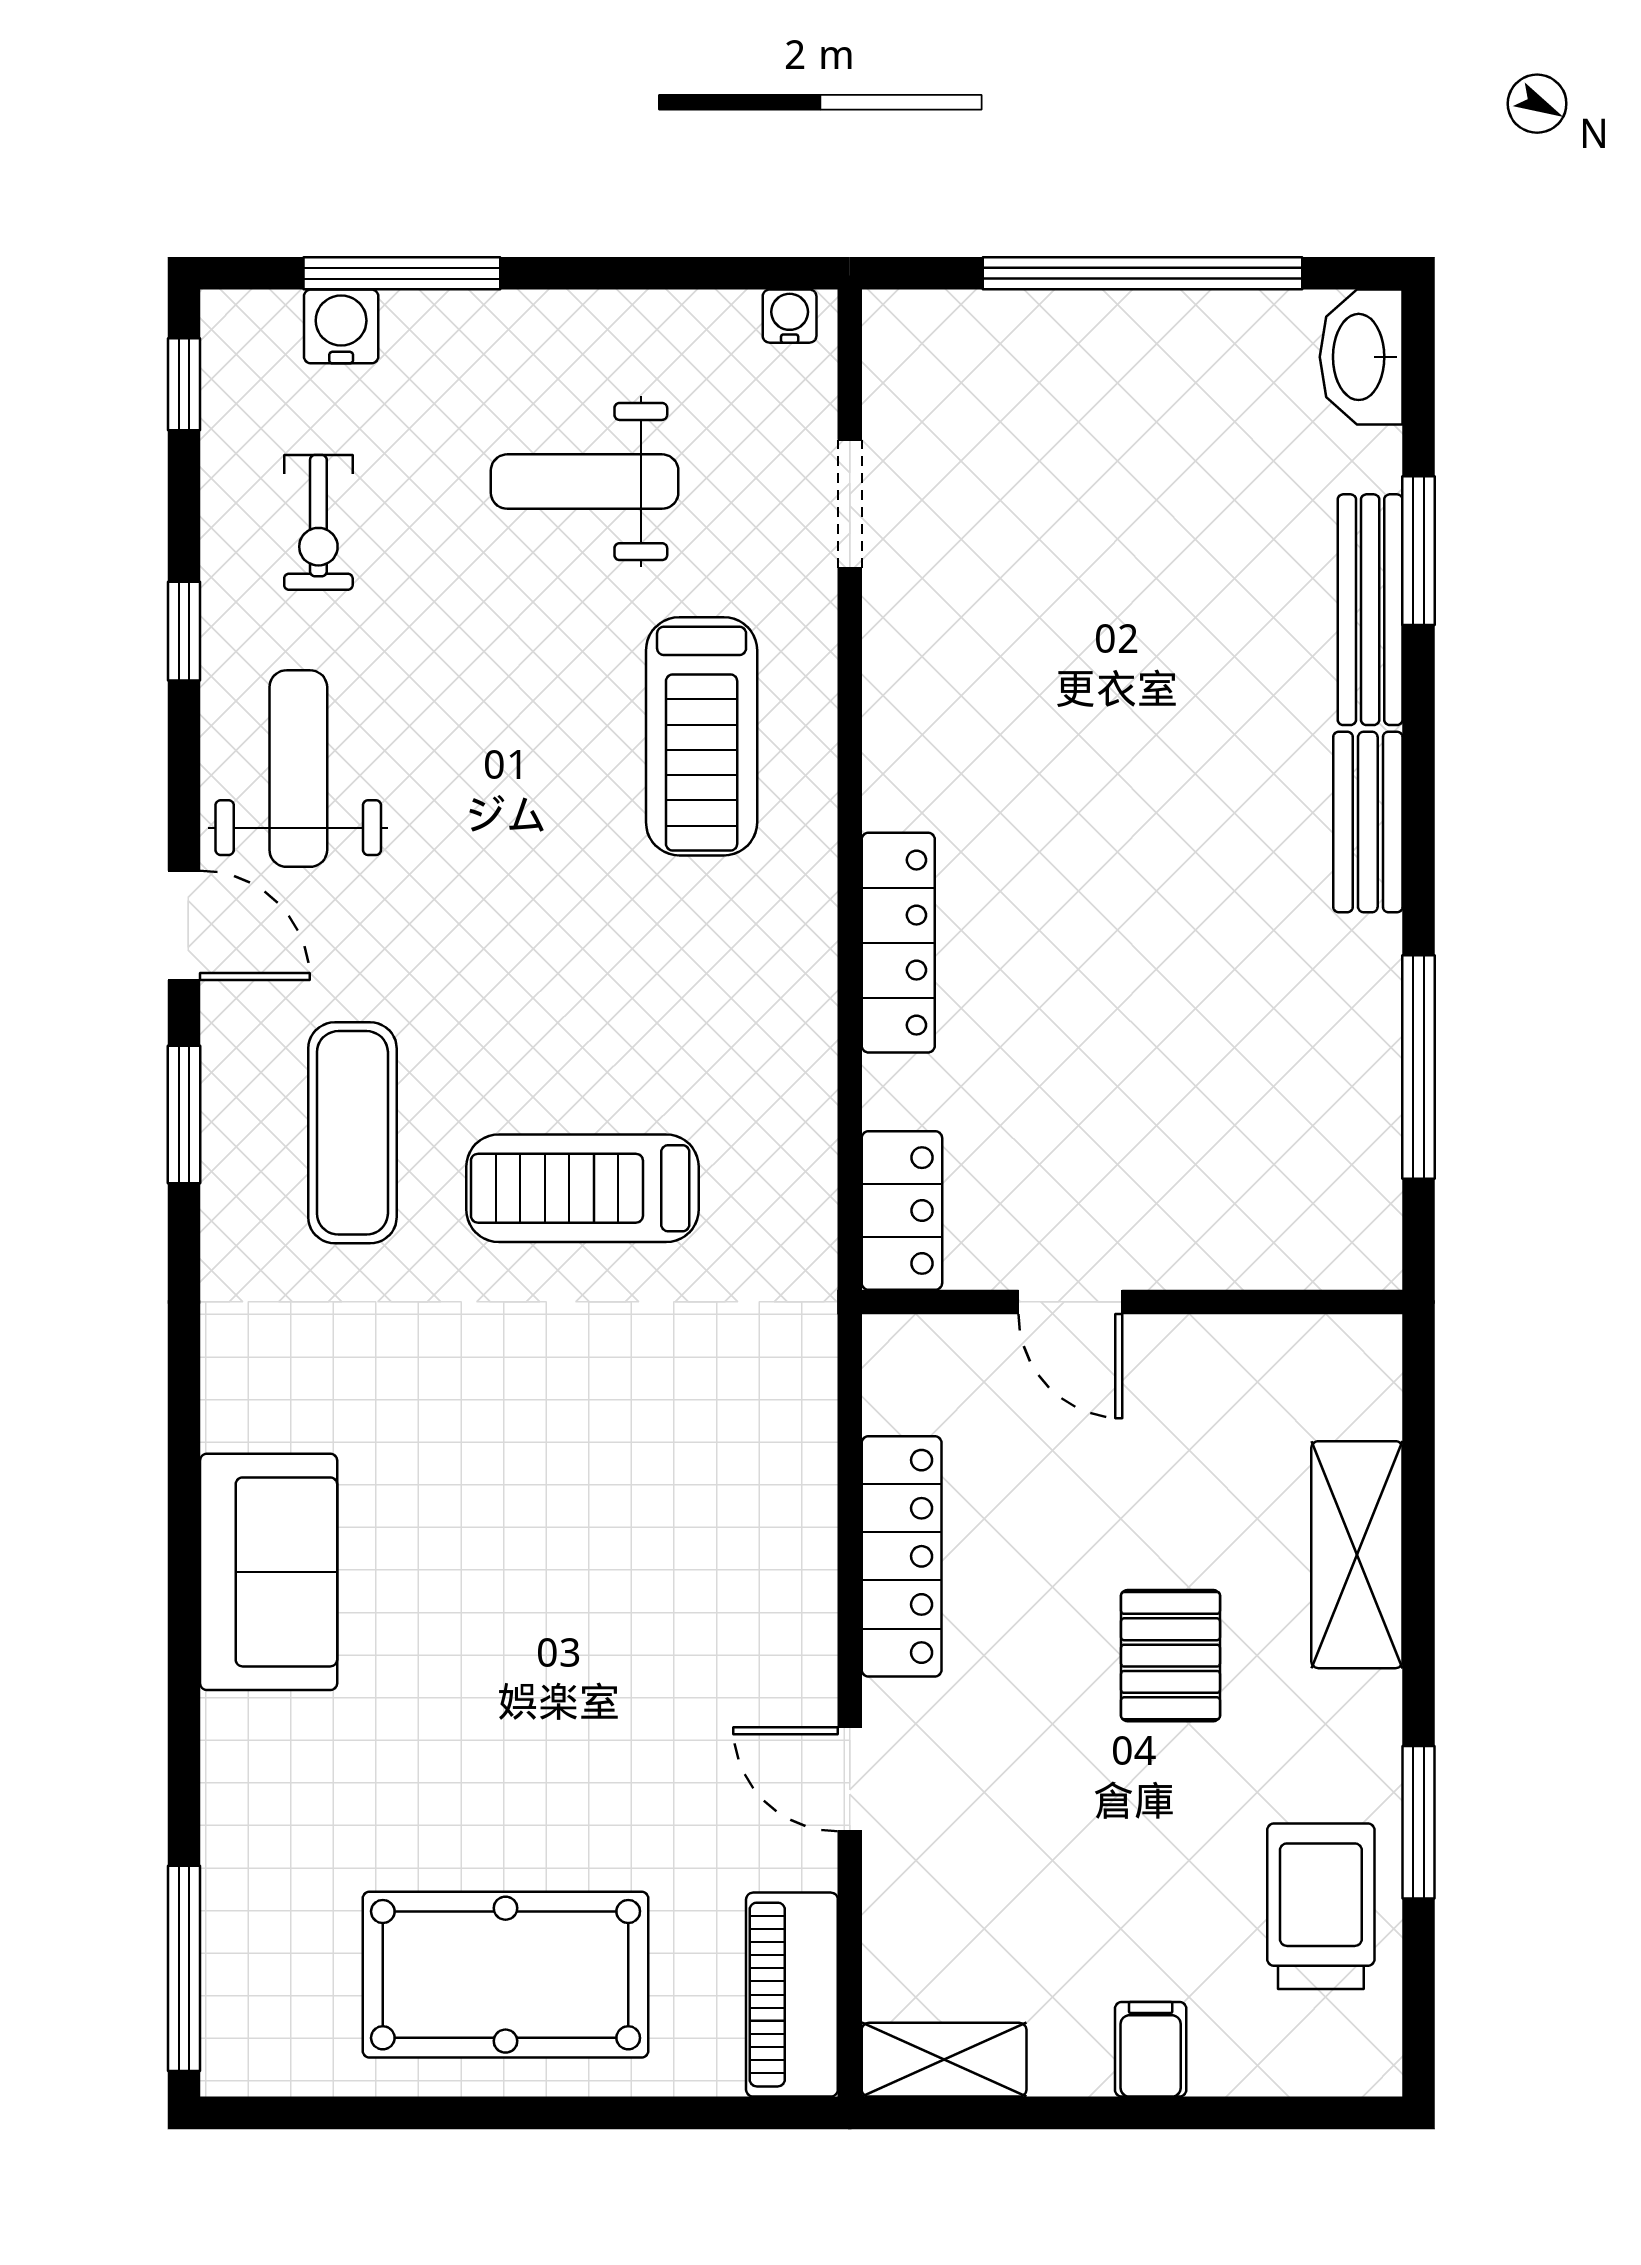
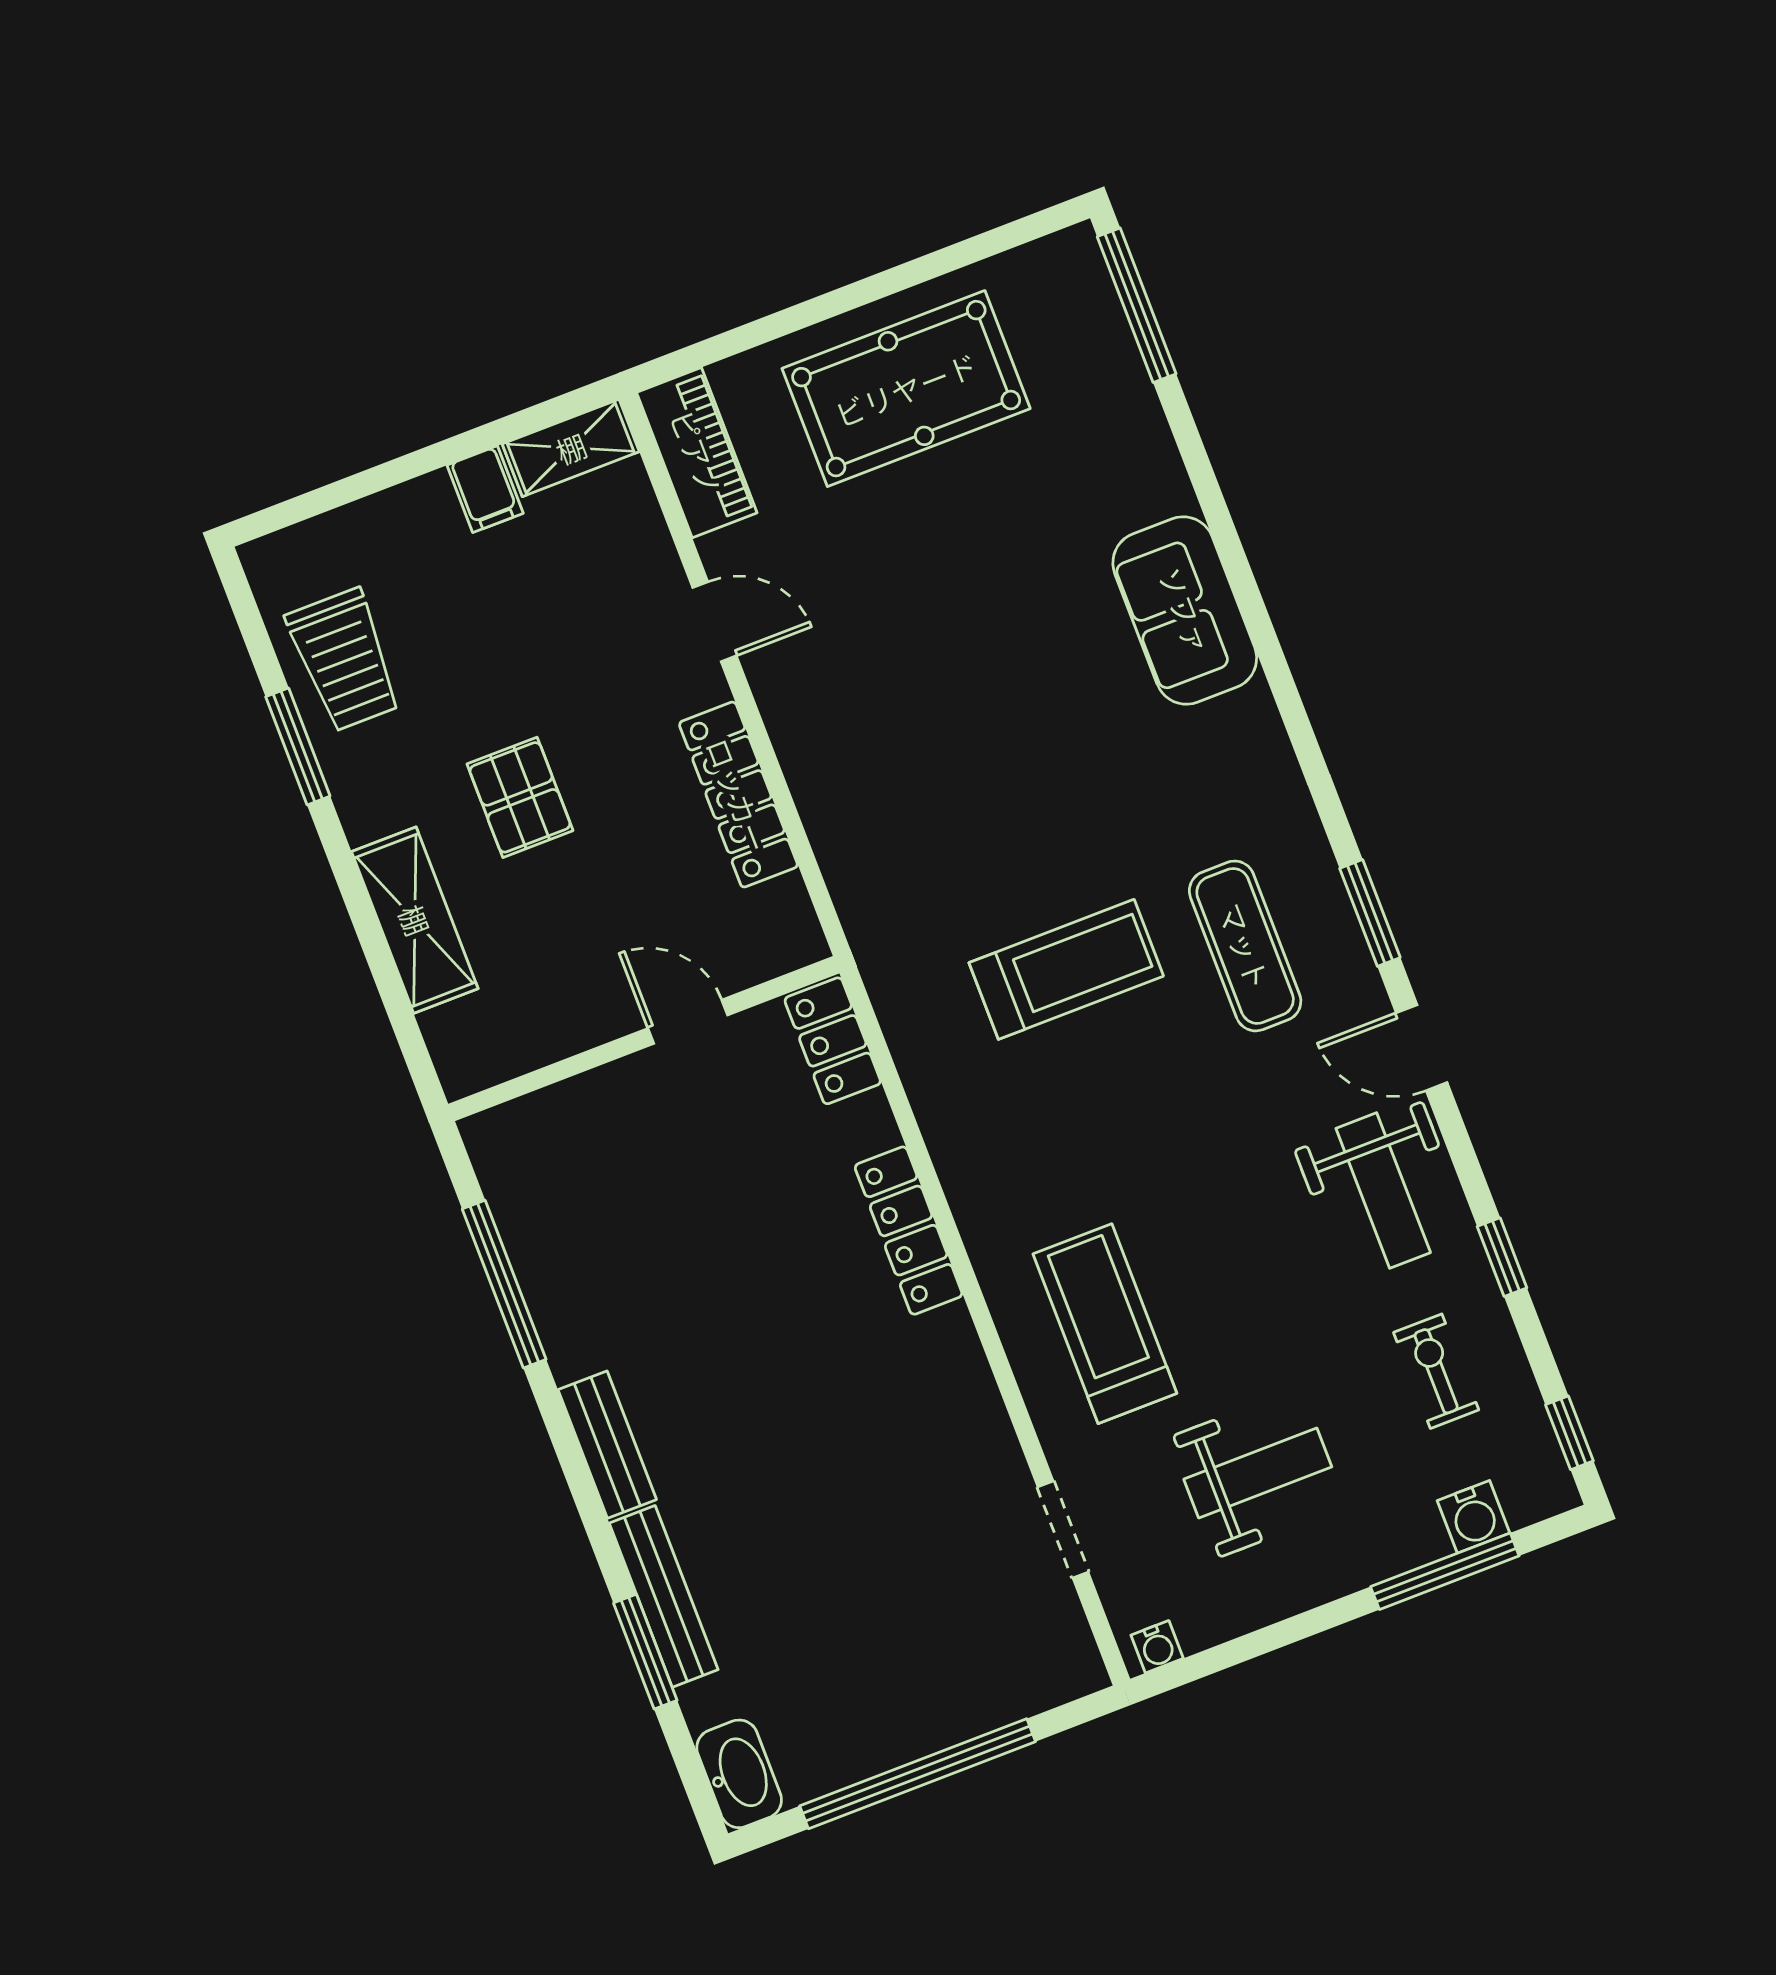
filing cabinet: (1151, 2049) -> (485, 489), moved

